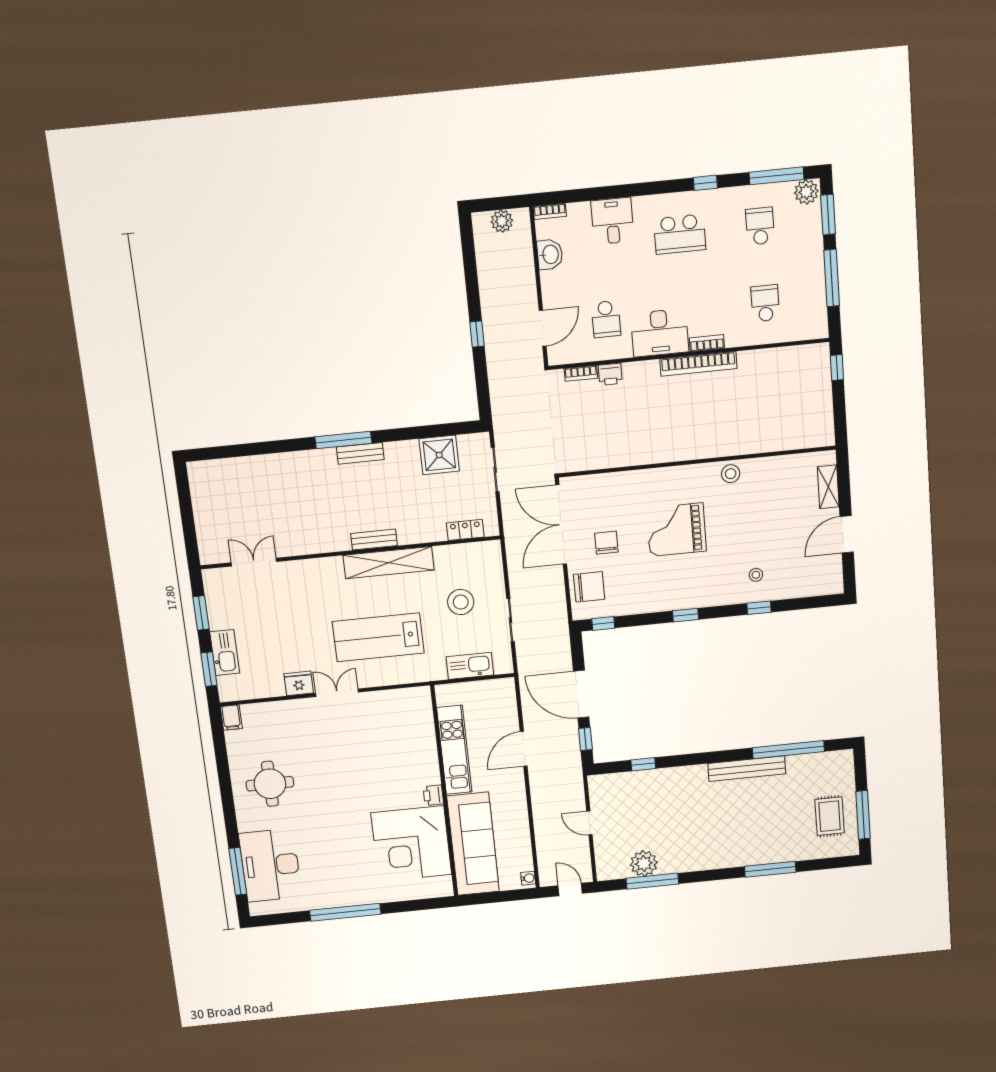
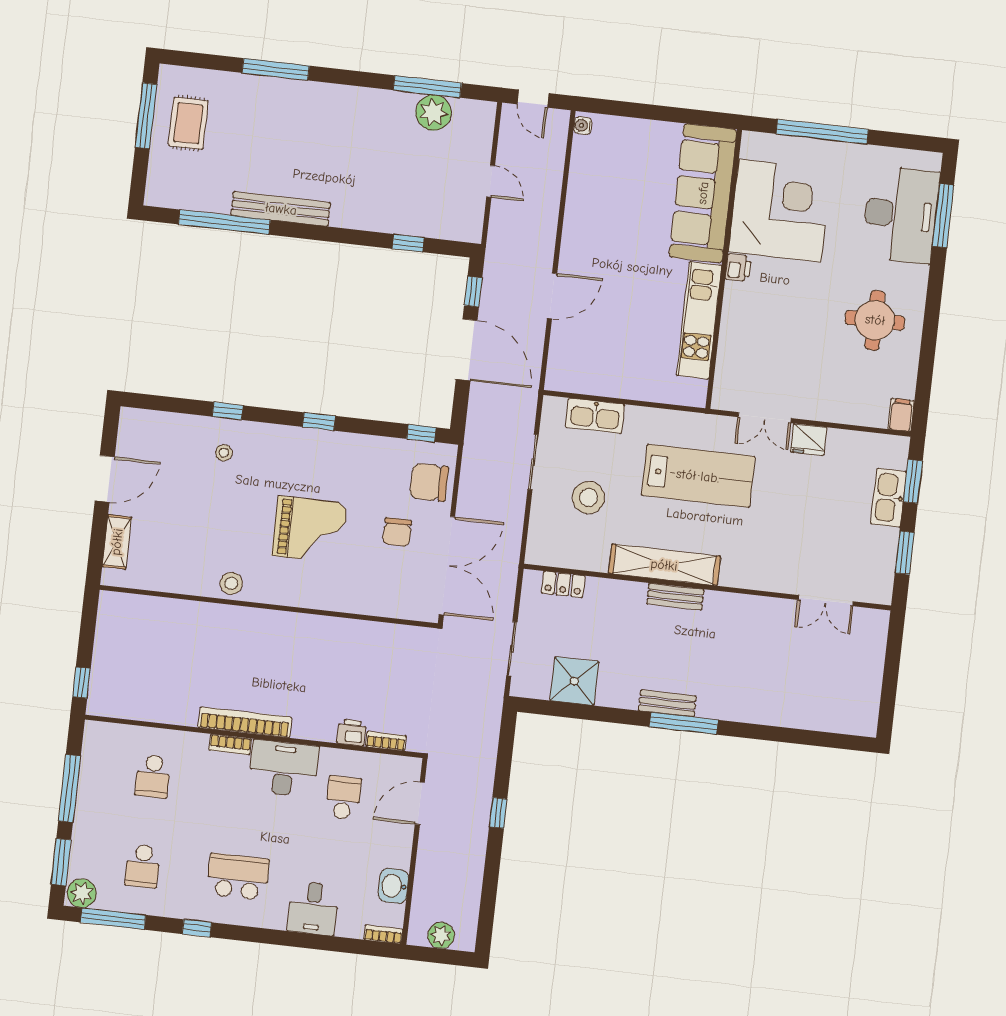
kitchen unit: (454, 750) -> (699, 320), moved
wall: (444, 792) -> (724, 269), moved
printer: (433, 795) -> (738, 268), moved
corner desk: (411, 844) -> (780, 211), moved
sofa: (473, 844) -> (703, 193), moved

